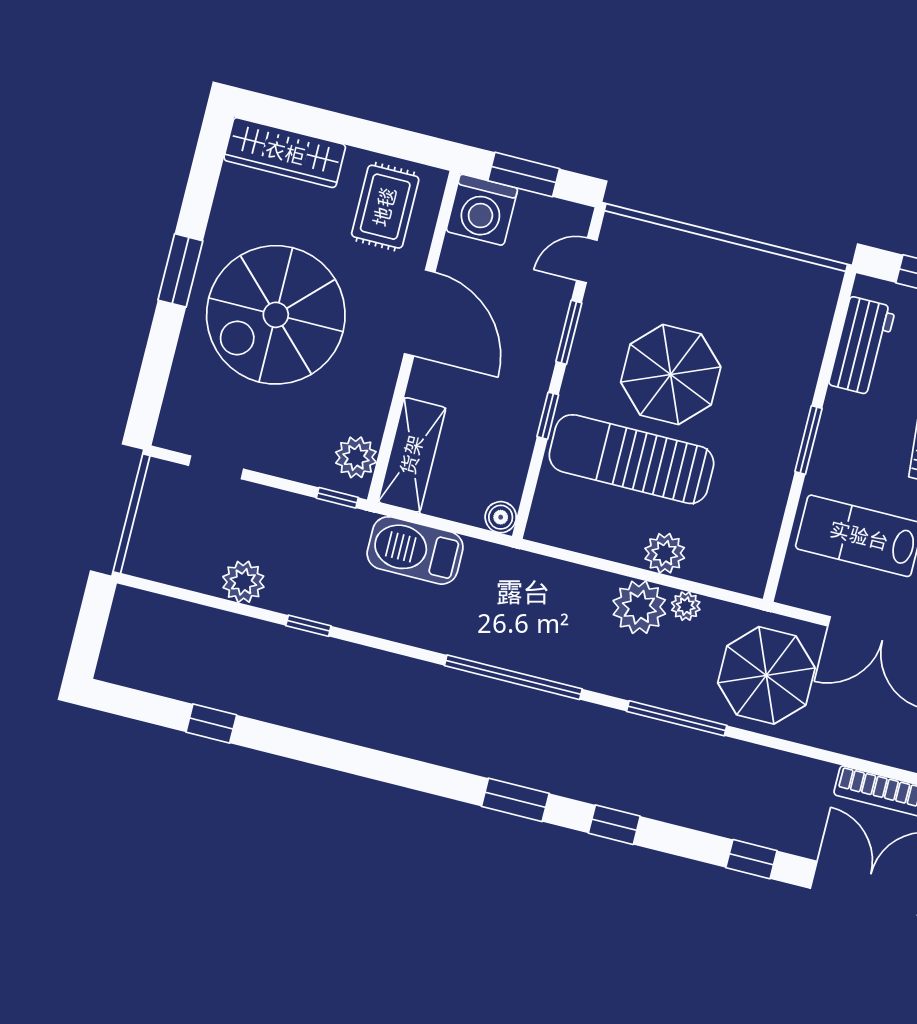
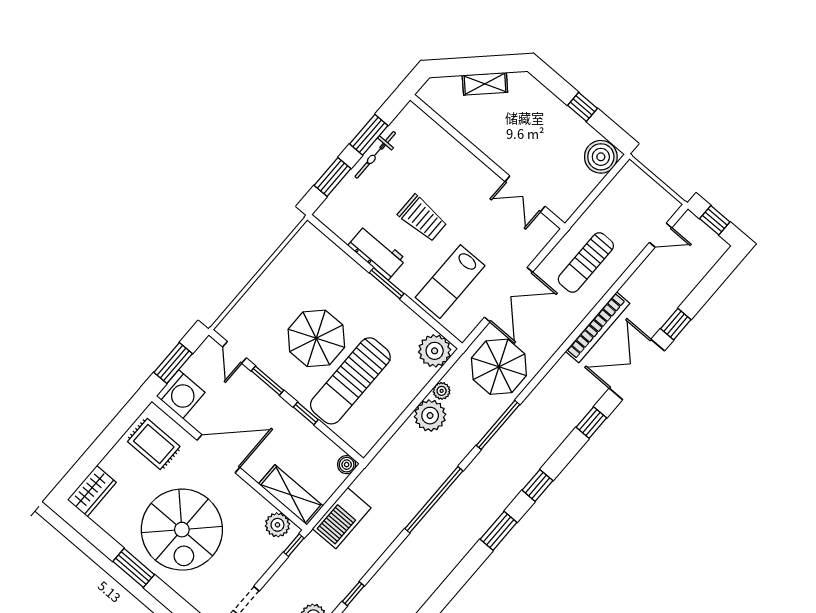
wardrobe: (285, 153) -> (92, 491), width x0.67
workbench: (862, 346) -> (377, 252), moved
plant: (665, 553) -> (435, 351), moved, width x1.36, depth x1.36

